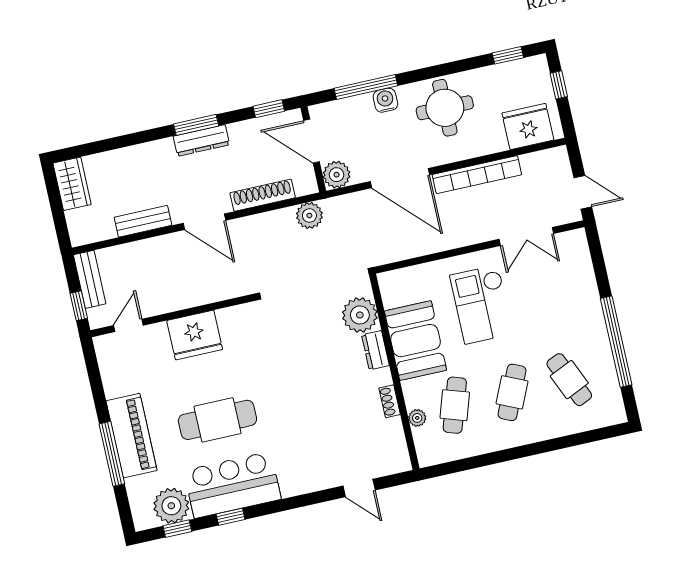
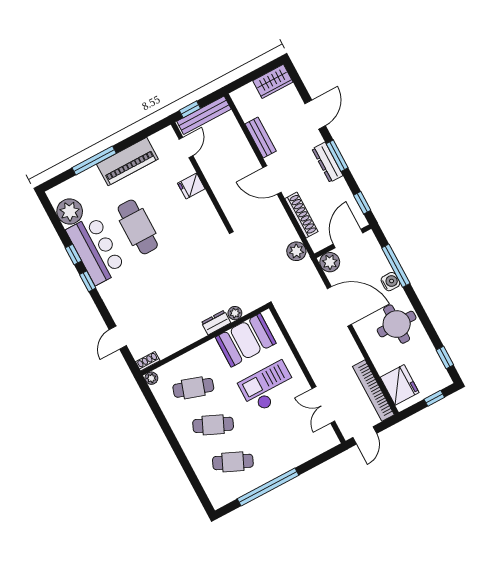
door: (133, 139) -> (315, 115), added
bookcase: (477, 175) -> (373, 391), moved
door: (400, 178) -> (339, 306), swing flipped
door: (204, 222) -> (272, 180), hinge flipped
bench: (90, 279) -> (204, 115), width x1.36
plant: (360, 315) -> (235, 313), width x0.53, depth x0.53
door: (128, 325) -> (186, 147), hinge flipped
fridge: (195, 335) -> (191, 186), width x0.53, depth x0.75
booth: (416, 341) -> (246, 340), moved
cafe table: (569, 380) -> (233, 462), turned 48
shoe rack: (390, 401) -> (148, 361), moved
plant: (417, 418) -> (151, 378), moved
piano: (132, 436) -> (127, 162), moved
window: (177, 529) -> (88, 281), moved

